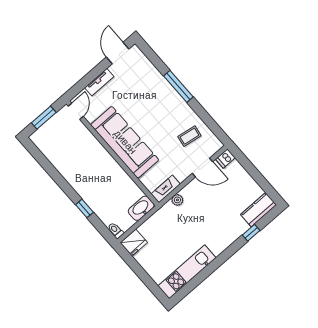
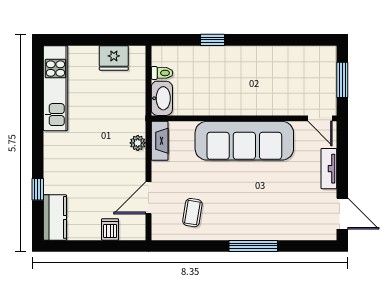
dishwasher: (225, 158) -> (110, 229), moved
toilet: (116, 230) -> (162, 73), moved
fridge: (134, 243) -> (114, 58), moved, turned -90

